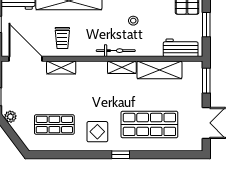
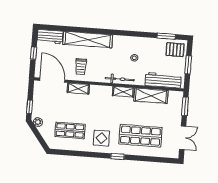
workbench: (181, 48) -> (163, 80), width x1.37

